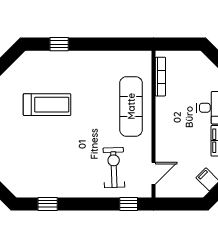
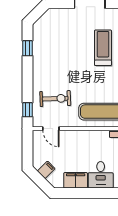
treadmill: (47, 105) -> (103, 48), turned 180

